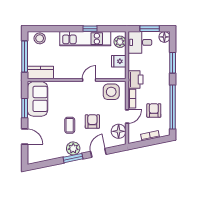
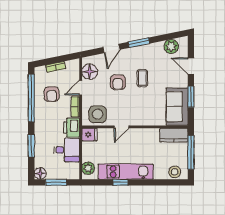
desk: (140, 42) -> (67, 150), moved
fridge: (119, 61) -> (89, 134), moved
plant: (73, 148) -> (171, 47), moved

